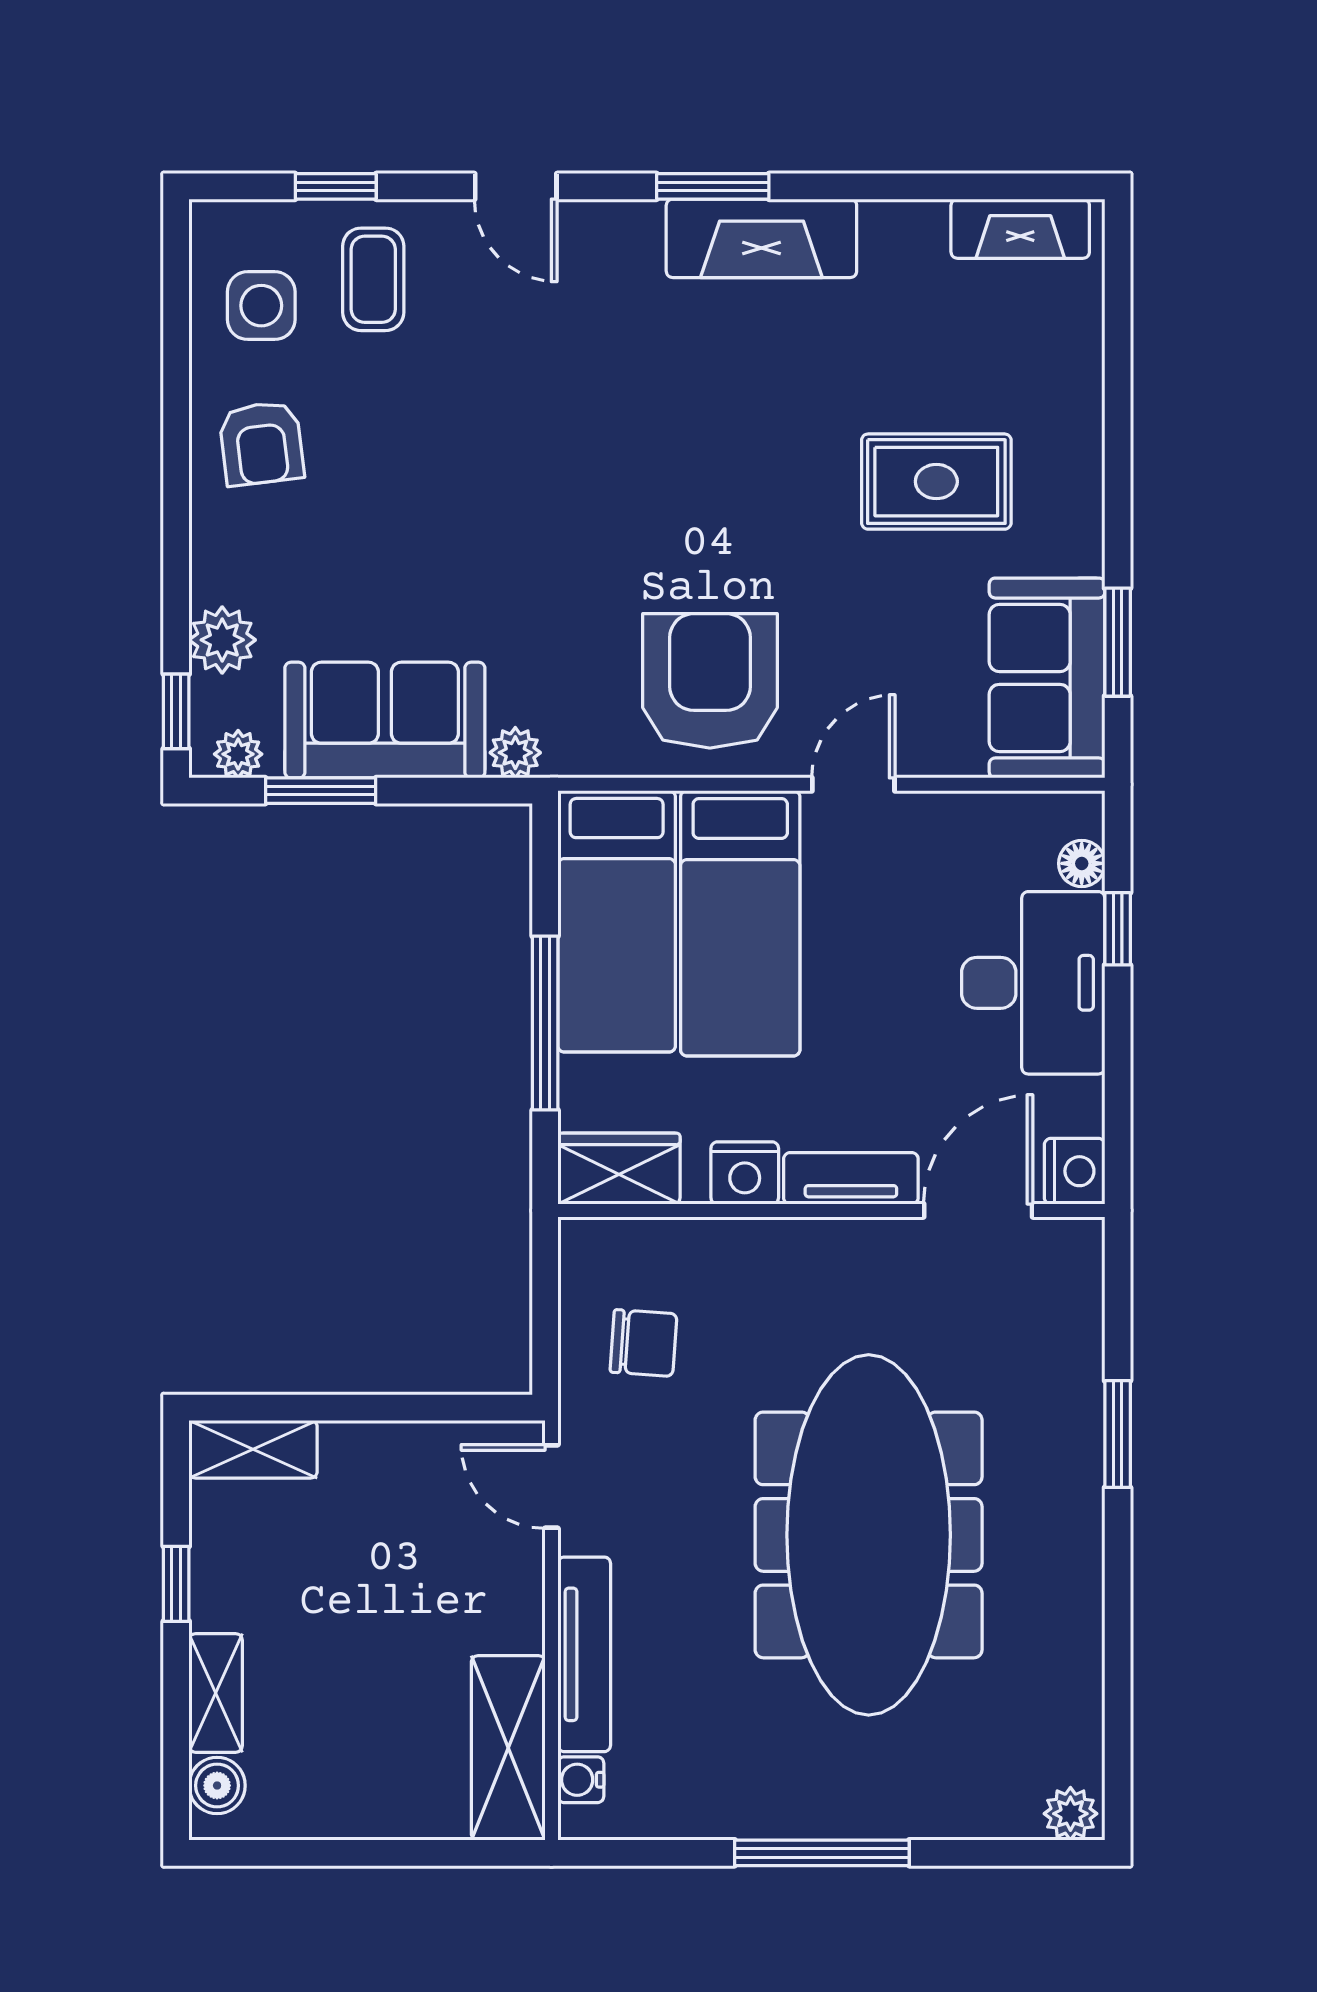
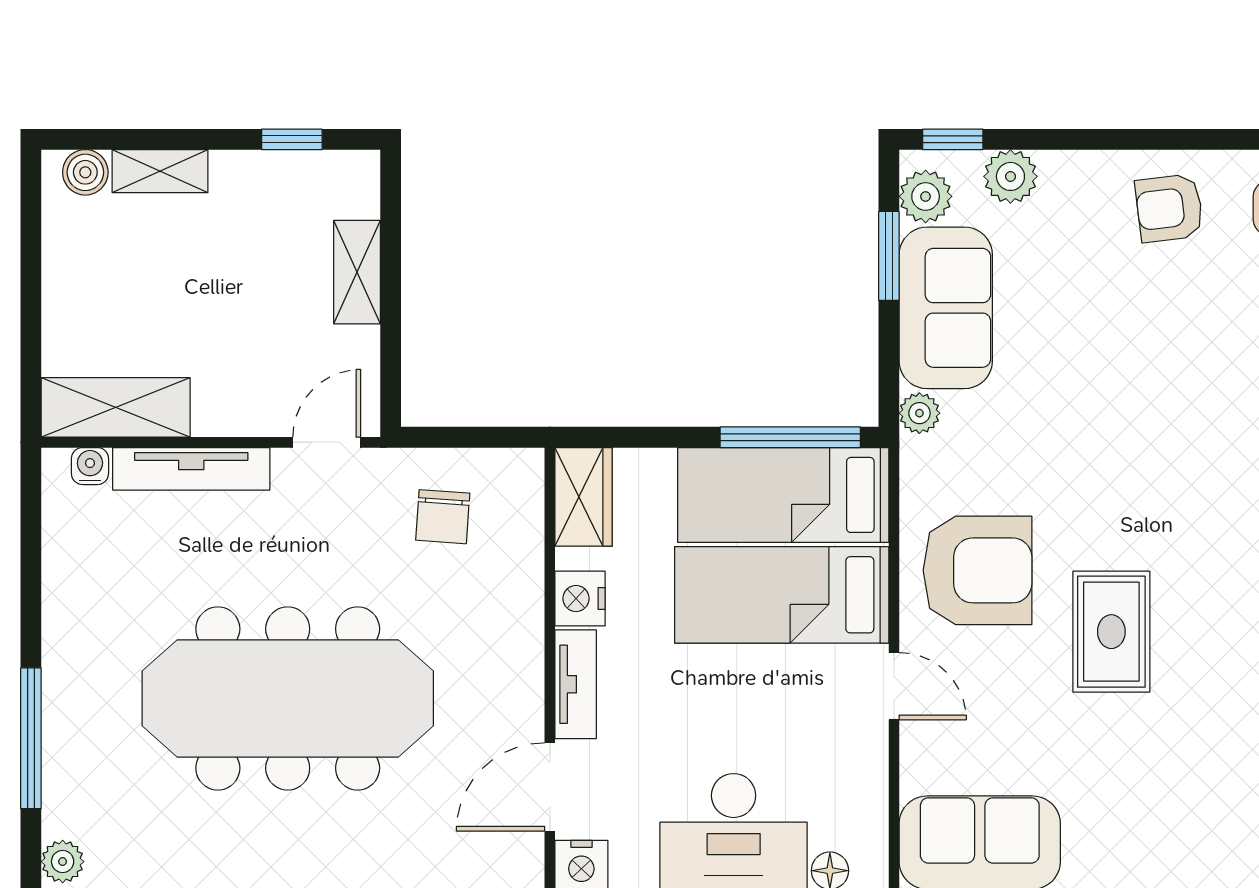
rug: (936, 482) -> (1111, 632), moved
plant: (238, 754) -> (926, 196), width x1.38, depth x1.38
window: (545, 1023) -> (790, 437), moved
door: (978, 1210) -> (550, 787), swing flipped
shelving: (253, 1449) -> (357, 272), moved
window: (176, 1584) -> (292, 139), moved
window: (822, 1853) -> (31, 738), moved

